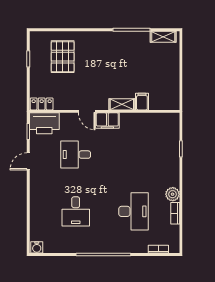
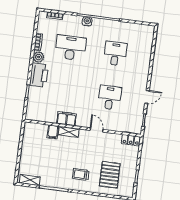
trolley: (99, 52) -> (81, 174), added
filing cabinet: (107, 121) -> (67, 119), moved
printer: (44, 123) -> (39, 75), moved, turned 90
desk: (76, 155) -> (110, 98), turned -90
desk: (134, 211) -> (70, 48), turned 90
water cooler: (37, 247) -> (87, 21), moved

